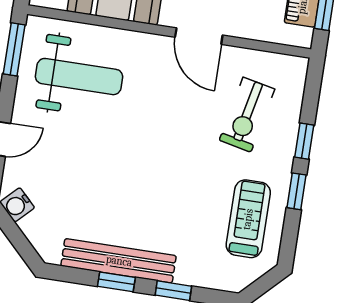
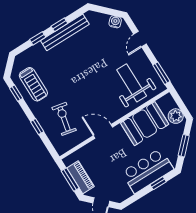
weight bench: (79, 77) -> (132, 83), turned 90
window: (296, 191) -> (16, 93), moved

